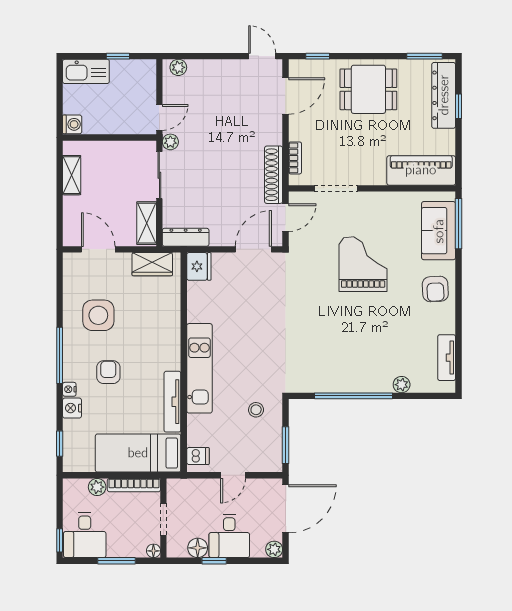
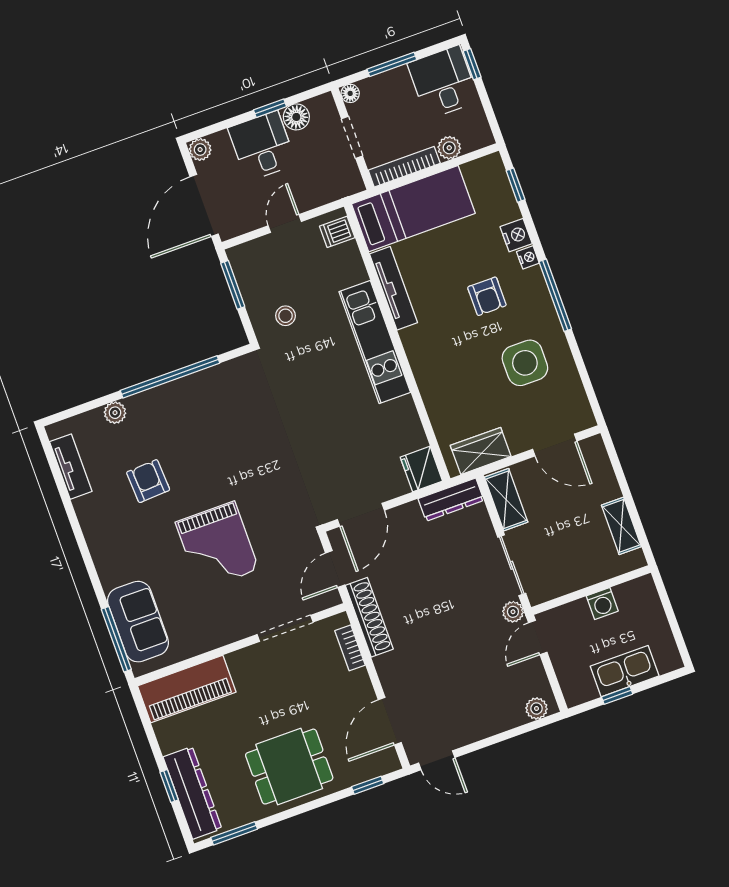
kitchen sink: (86, 71) -> (625, 671), moved
washing machine: (72, 124) -> (602, 604), moved, turned -90
armchair: (435, 289) -> (148, 481), moved

